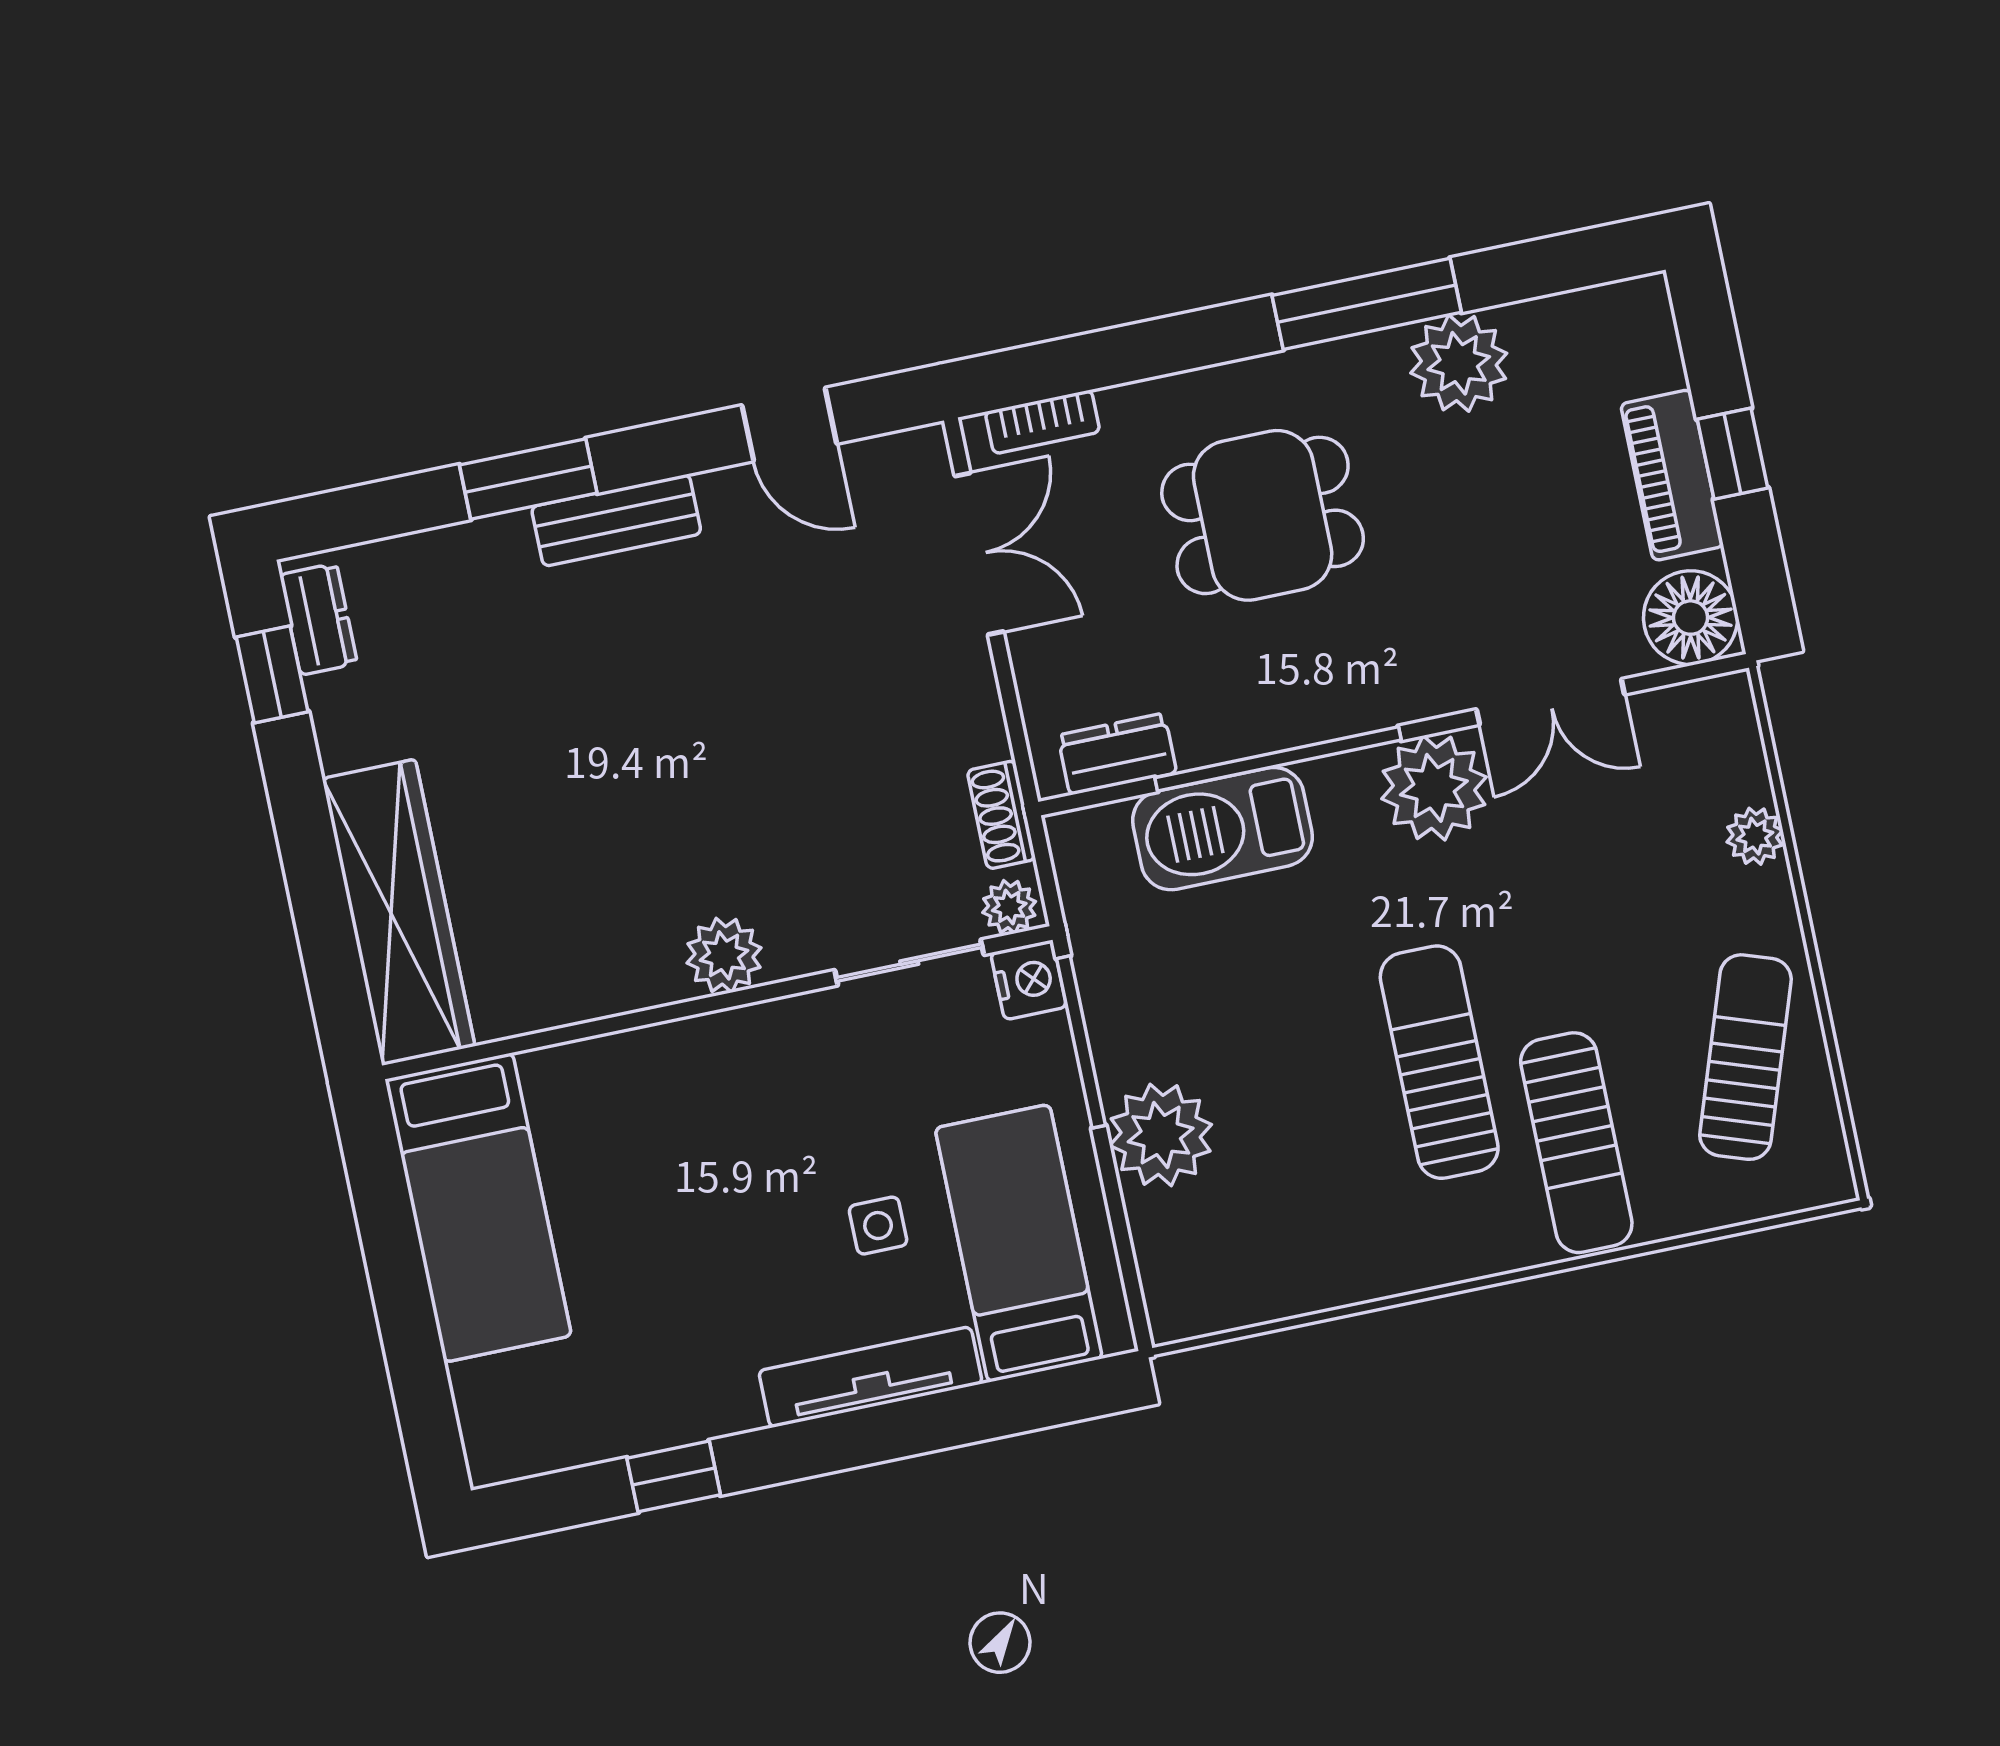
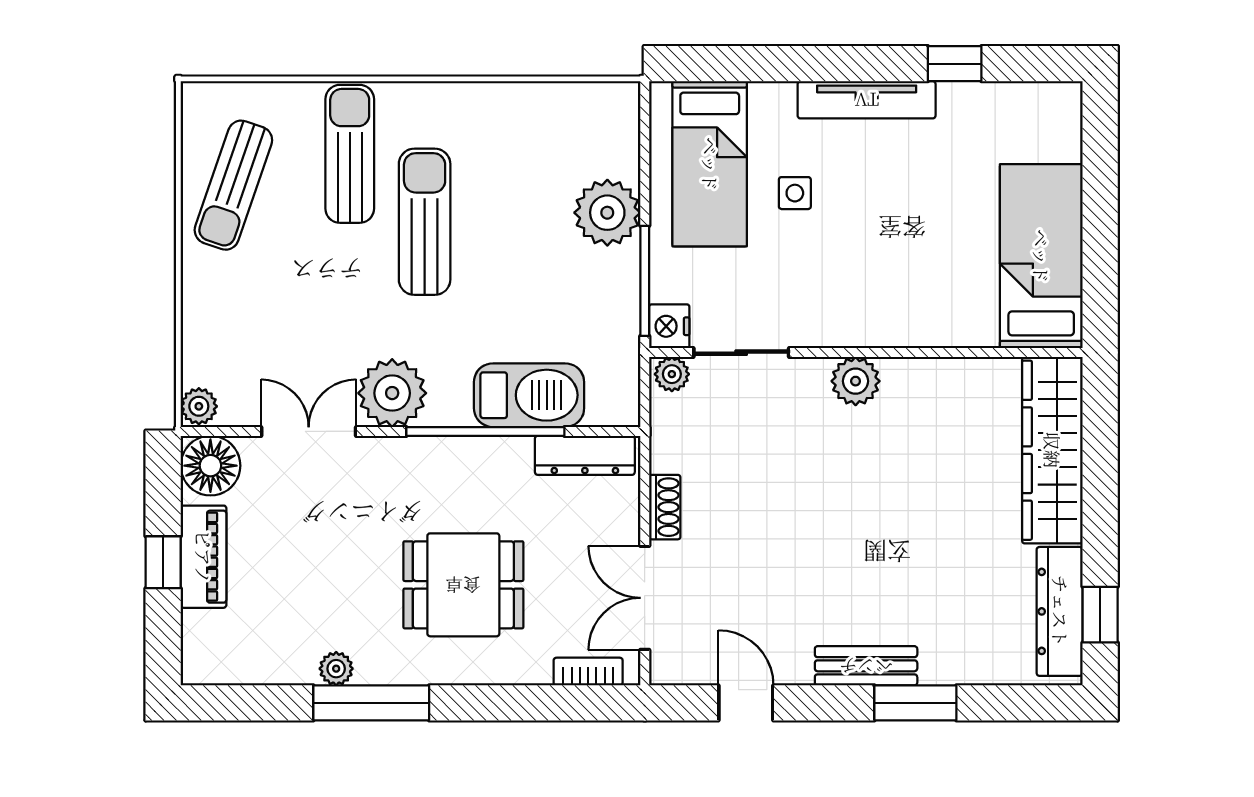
plant: (1459, 363) -> (336, 669), width x0.53, depth x0.53
dresser: (318, 619) -> (1060, 611), width x1.96, depth x1.24
dresser: (1117, 754) -> (585, 455), width x1.44
shoe rack: (1001, 815) -> (665, 507), moved
plant: (1755, 836) -> (199, 406), moved
sun lounger: (1439, 1062) -> (425, 222), turned 180
tv unit: (870, 1377) -> (867, 100), moved

